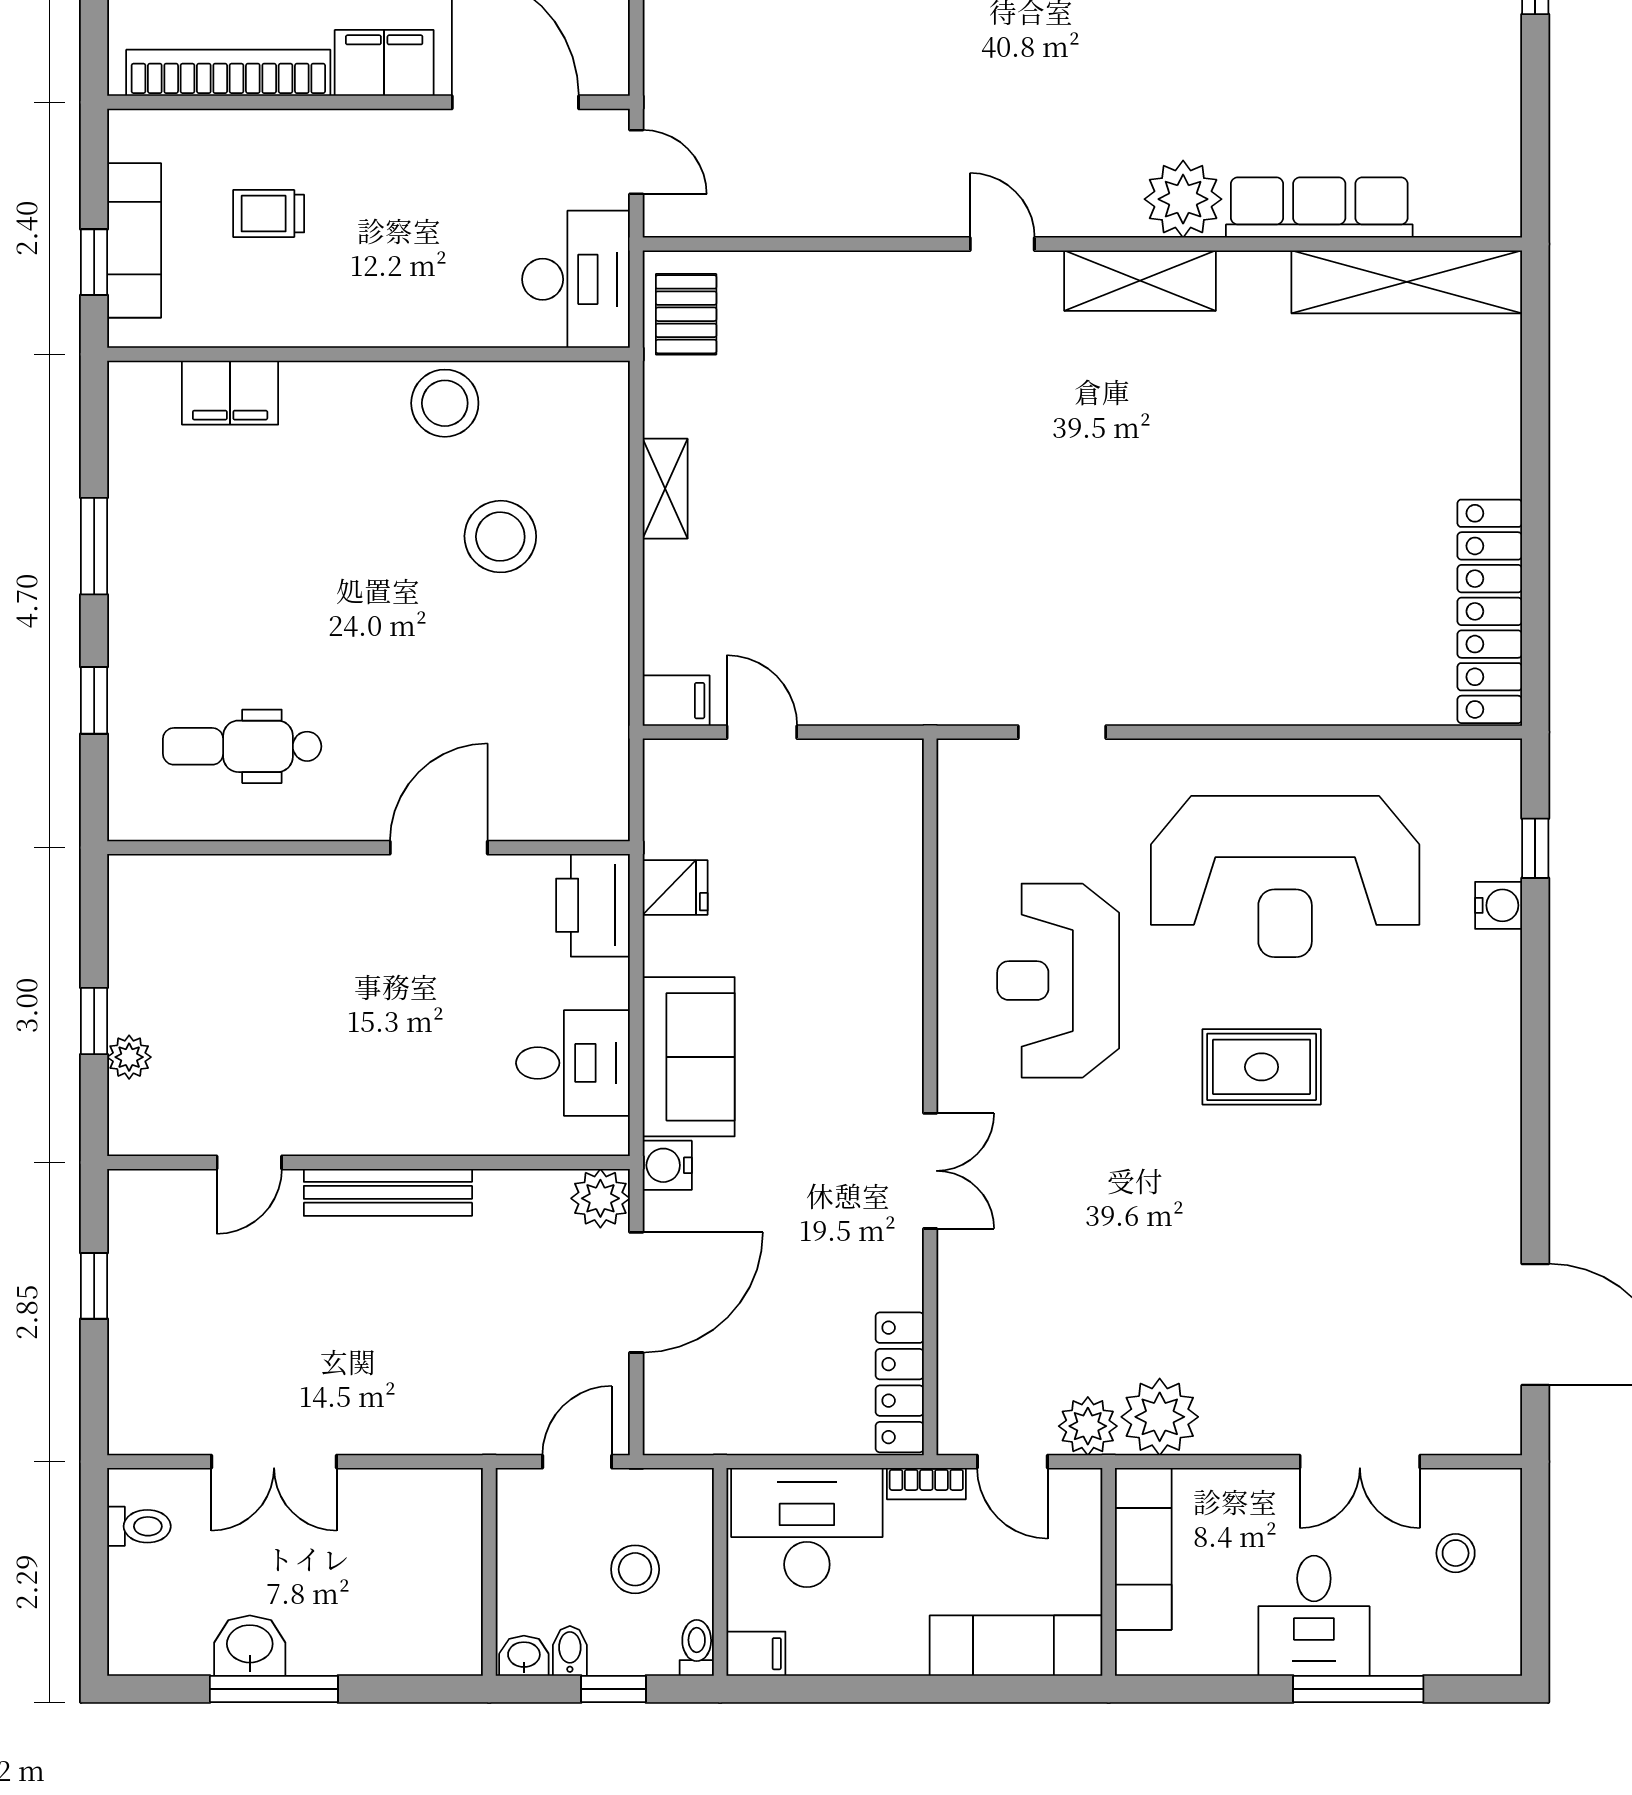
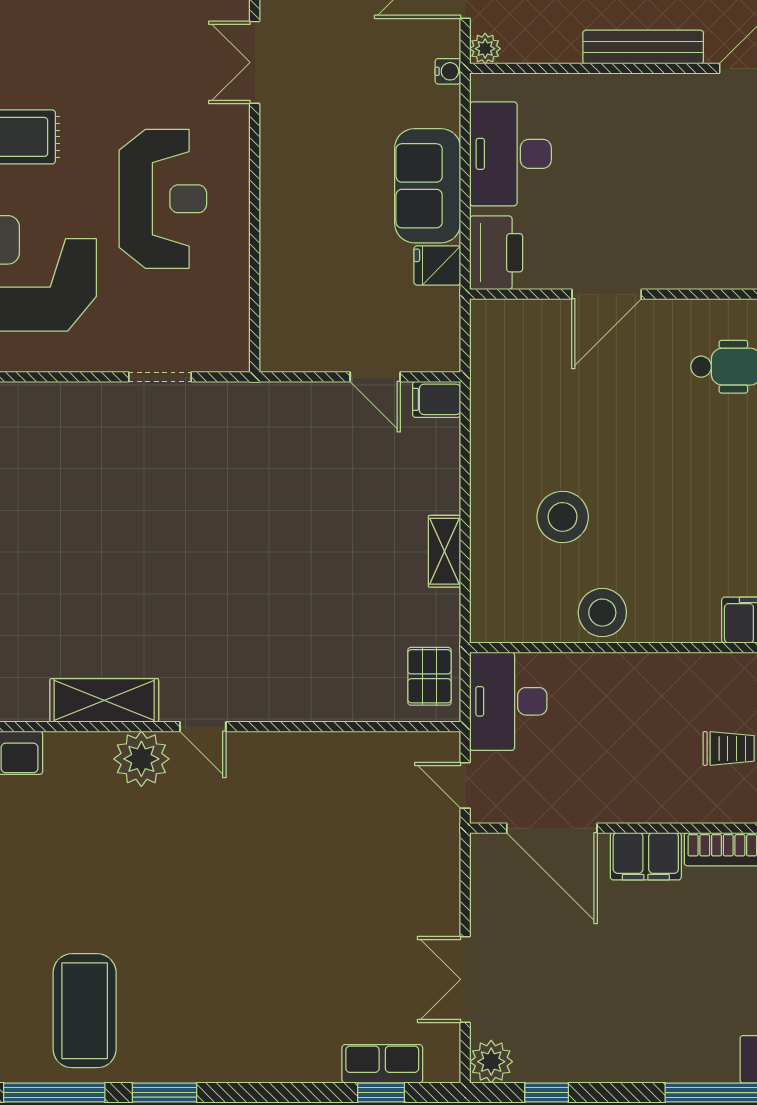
plant: (1183, 199) -> (141, 759), moved
sofa: (689, 1057) -> (428, 186), moved
desk: (573, 1063) -> (511, 154), width x1.37
water cooler: (667, 1165) -> (448, 71), width x0.72, depth x0.72
plant: (600, 1198) -> (485, 49), width x0.73, depth x0.73

